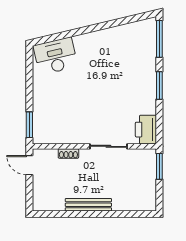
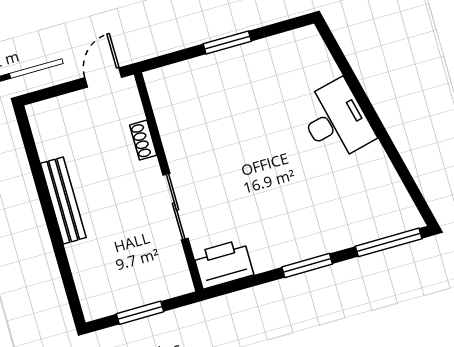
desk: (56, 56) -> (336, 121), moved
window: (29, 125) -> (227, 42), moved
window: (159, 166) -> (140, 313), moved

